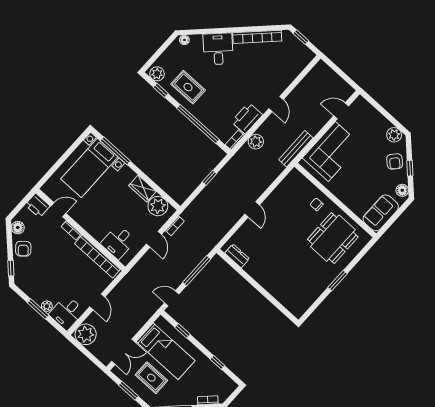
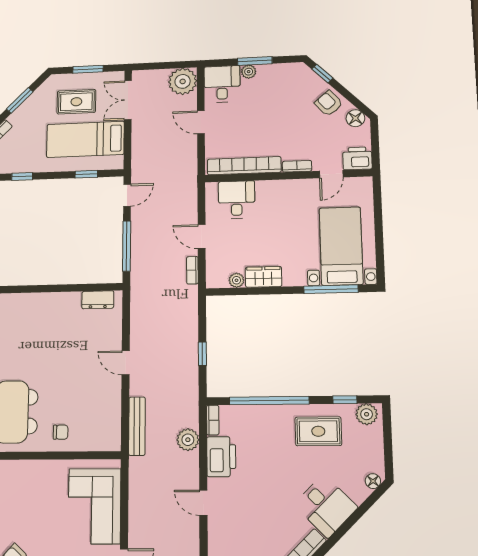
bench: (296, 149) -> (137, 426), moved
plant: (158, 206) -> (237, 280), width x0.53, depth x0.53

